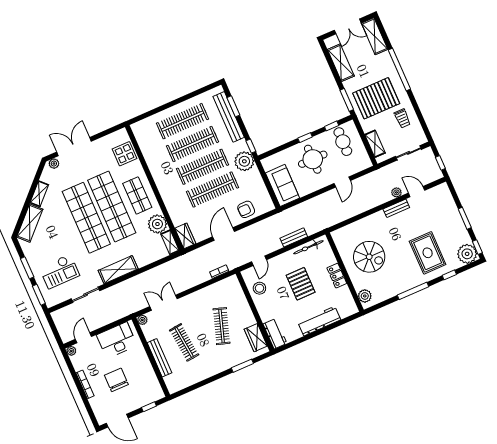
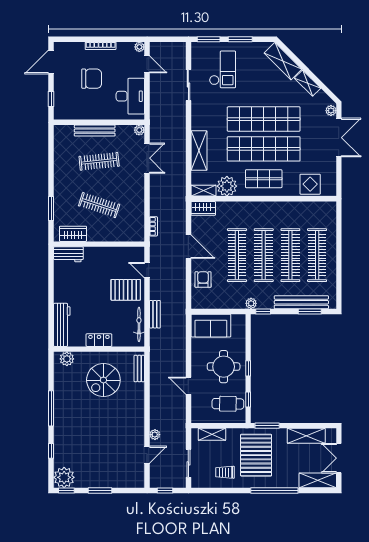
plant: (244, 161) -> (251, 303), width x0.53, depth x0.53
bench: (396, 208) -> (139, 369), moved
rug: (428, 253) -> (82, 439), removed
shelving: (118, 270) -> (199, 151), moved
checkout: (59, 272) -> (223, 69), turned 180
pallet: (301, 284) -> (126, 290), moved
stool: (259, 288) -> (120, 259), removed
workbench: (319, 321) -> (62, 325), moved

